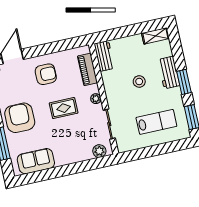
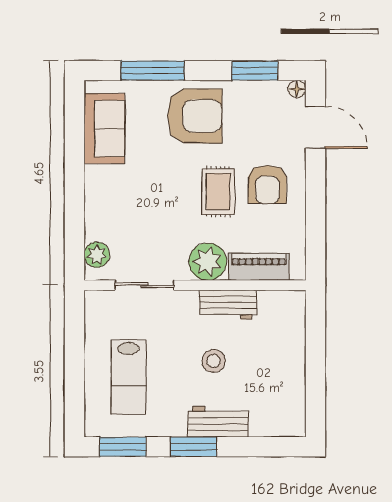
shelving: (155, 36) -> (294, 412), removed
workbench: (104, 56) -> (228, 305), moved
plant: (96, 99) -> (208, 262), width x1.88, depth x1.88
rug: (64, 108) -> (218, 192), moved

